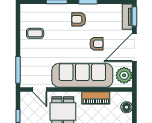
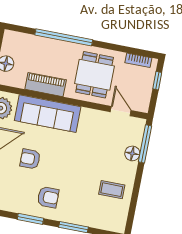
floor lamp: (26, 61) -> (132, 153), added
sofa: (82, 75) -> (48, 114), width x0.74, depth x0.79

